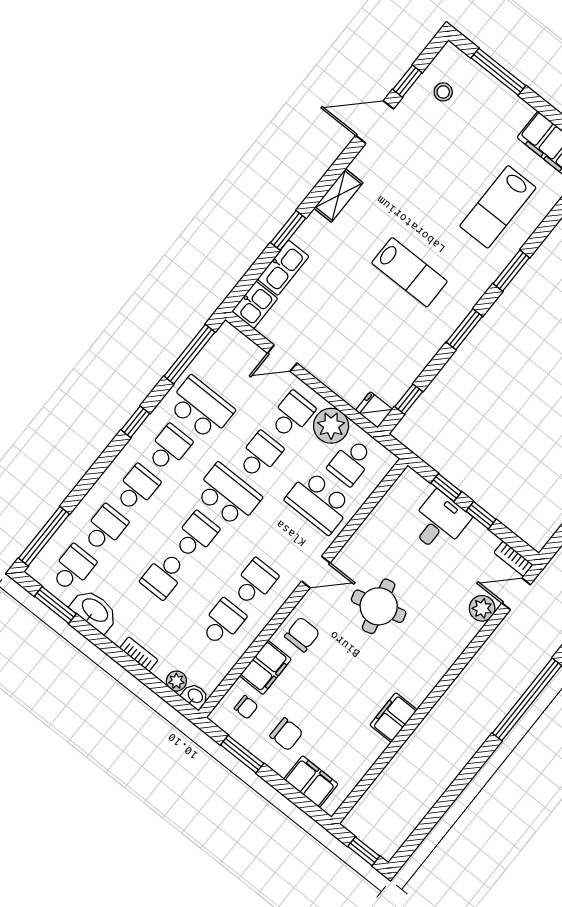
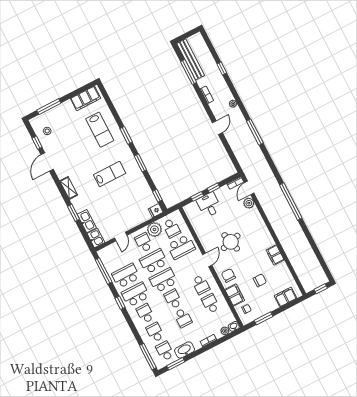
school desk: (169, 448) -> (136, 295), width x1.85
school desk: (260, 455) -> (154, 261), width x1.85
school desk: (255, 582) -> (201, 285), turned 180
chair: (286, 734) -> (260, 280), moved

